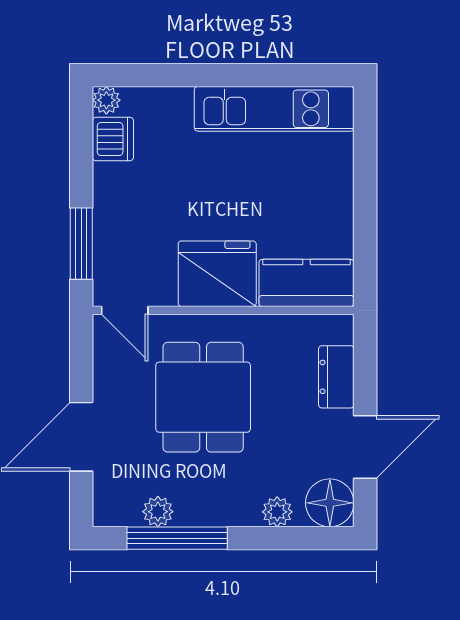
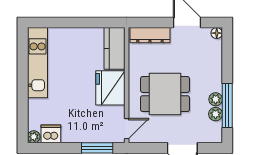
dresser: (336, 377) -> (150, 35), width x1.44
floor lamp: (330, 503) -> (217, 33), width x0.53, depth x0.53
plant: (277, 512) -> (216, 99), moved

